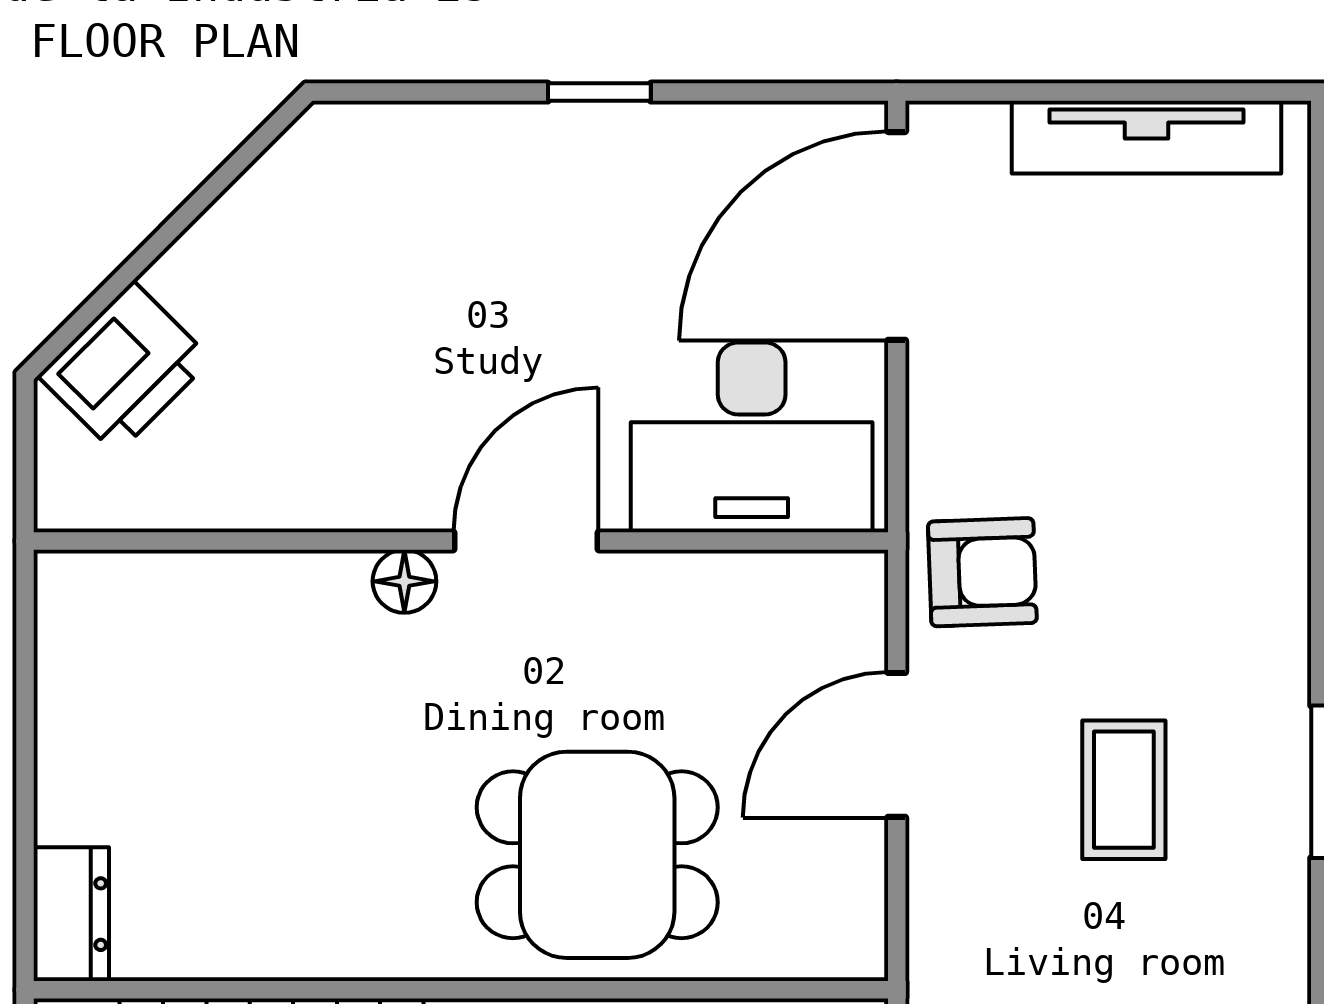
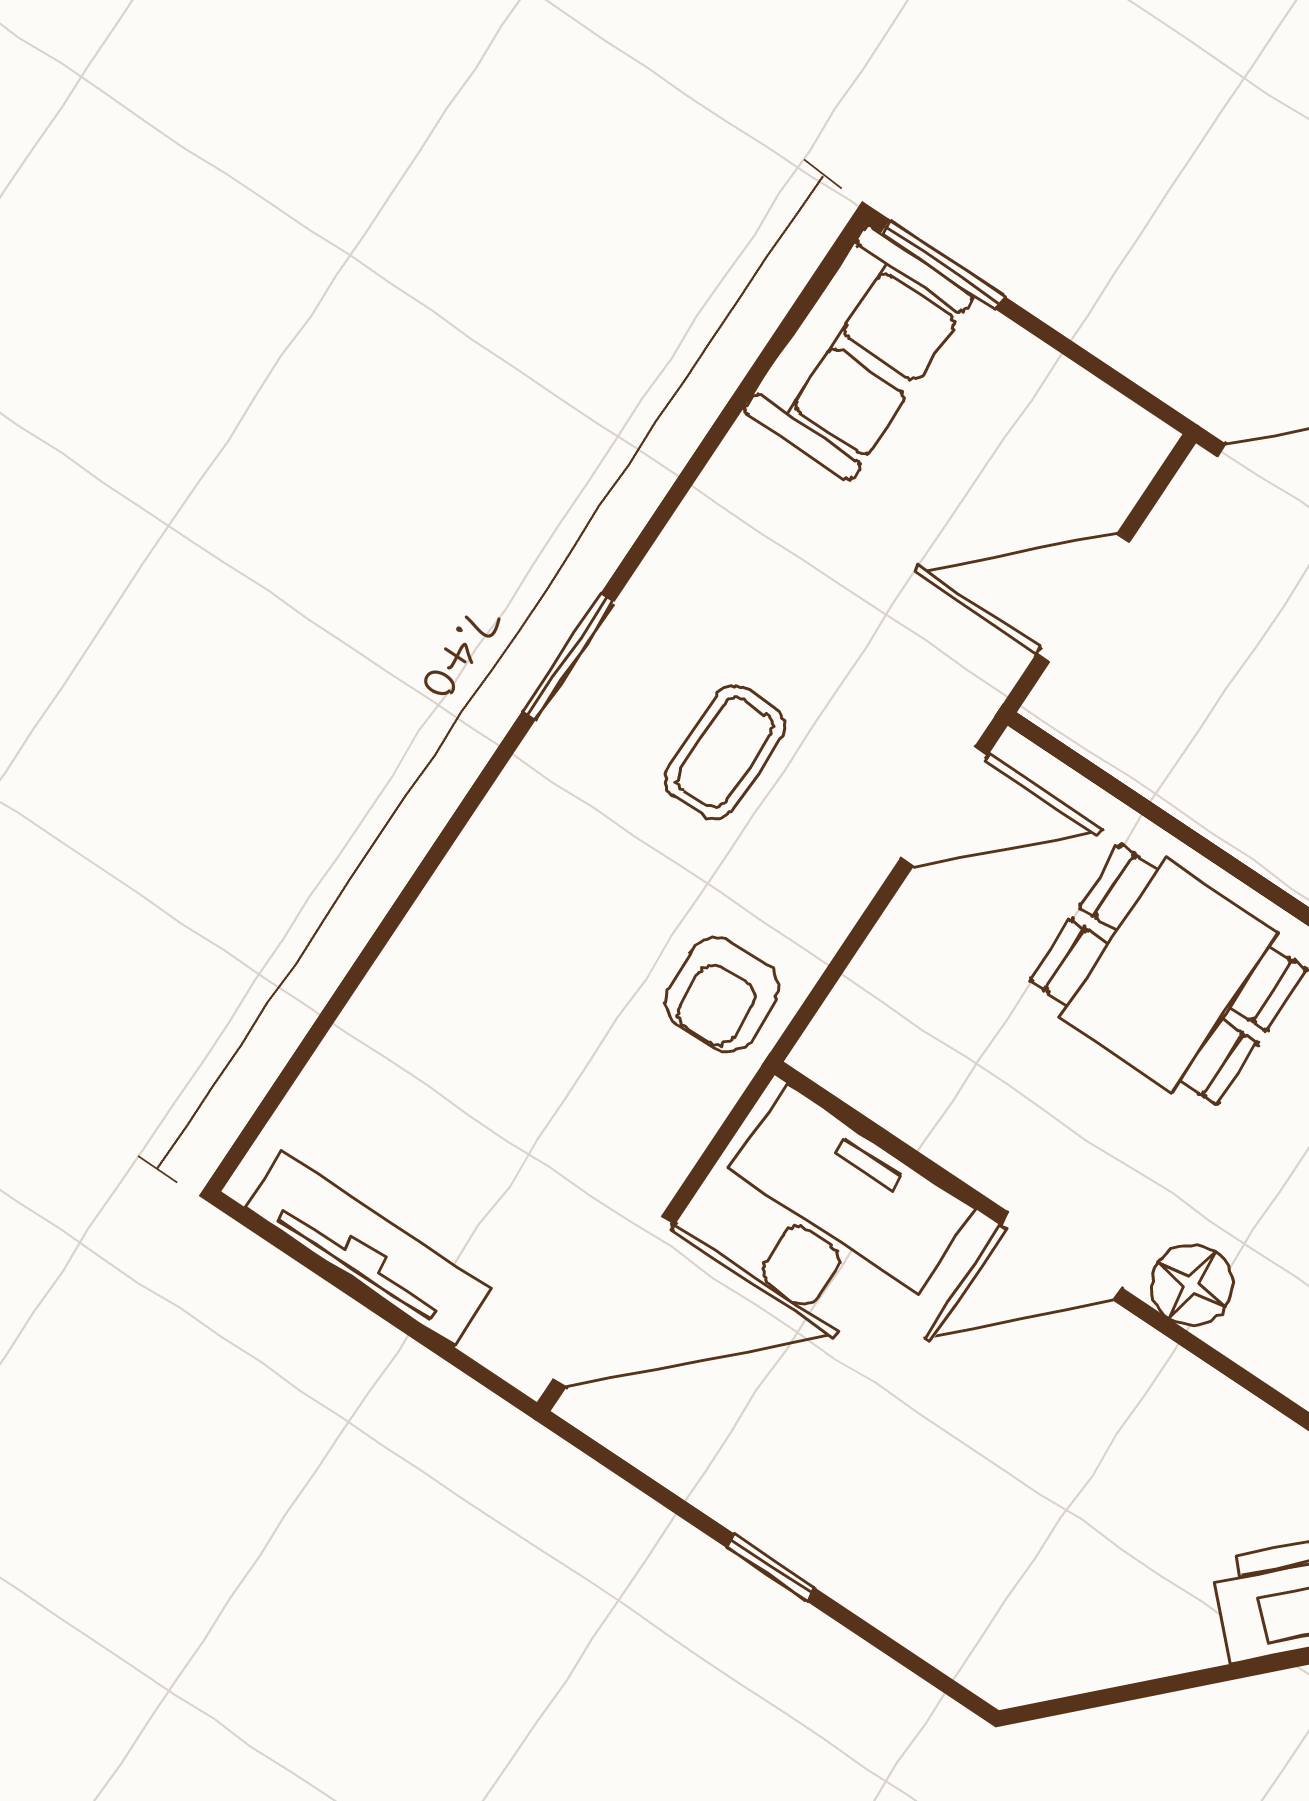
armchair: (982, 572) -> (722, 995), turned -91
floor lamp: (404, 581) -> (1192, 1285), width x1.37, depth x1.37
door: (897, 745) -> (944, 807), moved

